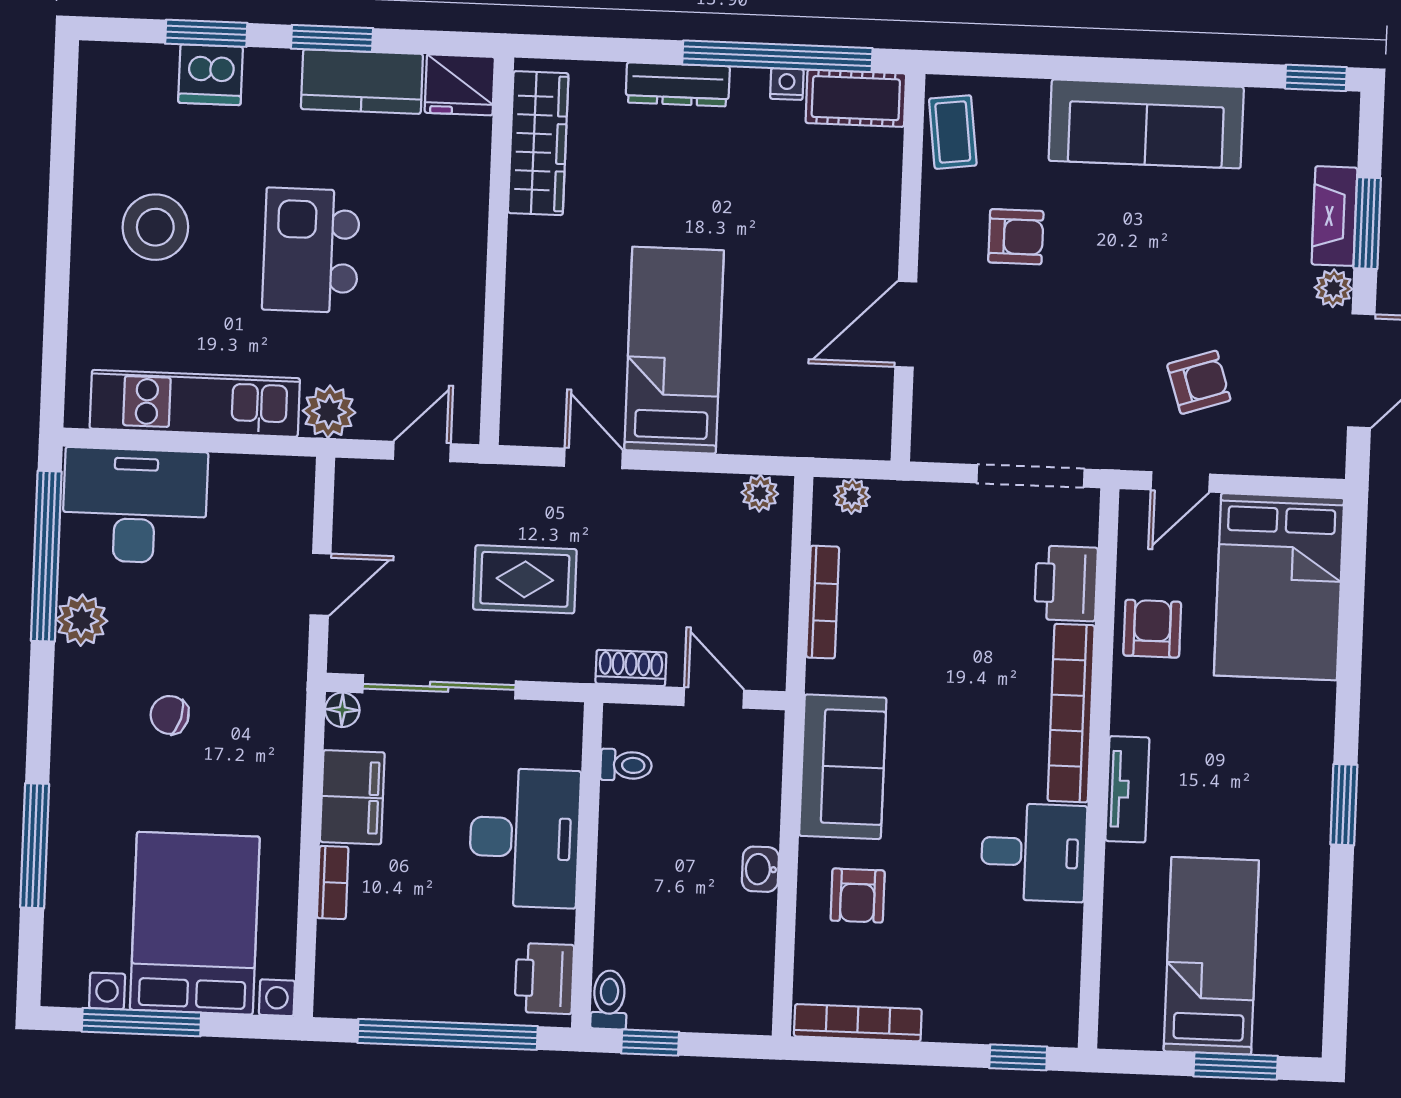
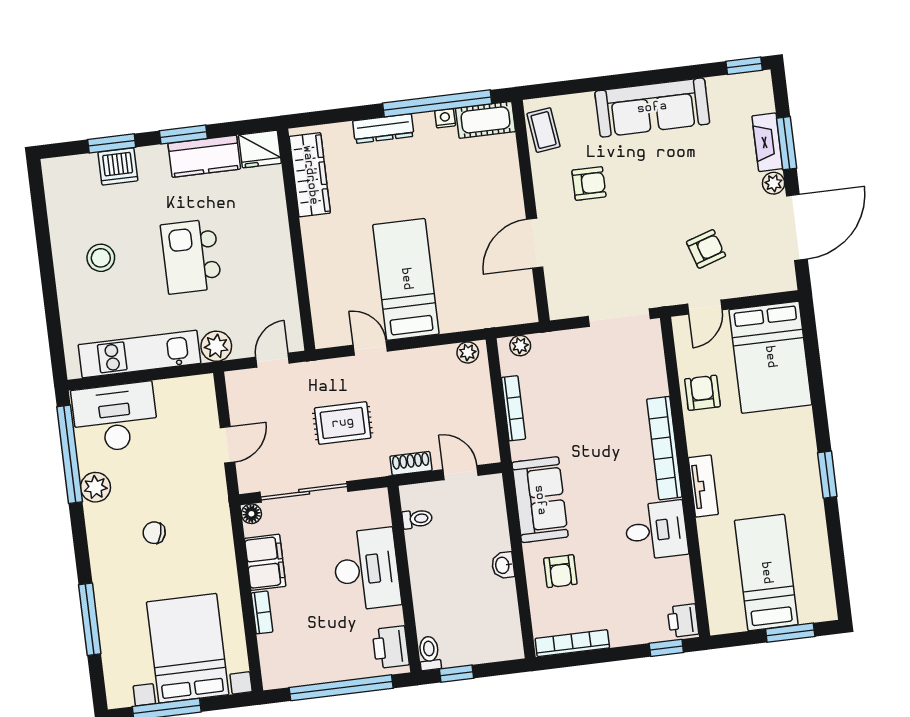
stool: (155, 227) -> (101, 258), width x0.73, depth x0.73
printer: (1066, 583) -> (683, 621), moved, width x0.73, depth x0.81

